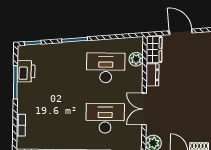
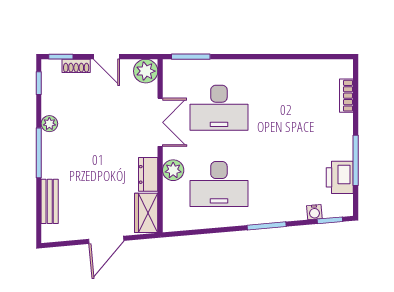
door: (181, 32) -> (106, 240), hinge flipped
water cooler: (43, 49) -> (314, 212), added
plant: (136, 59) -> (173, 170), moved

